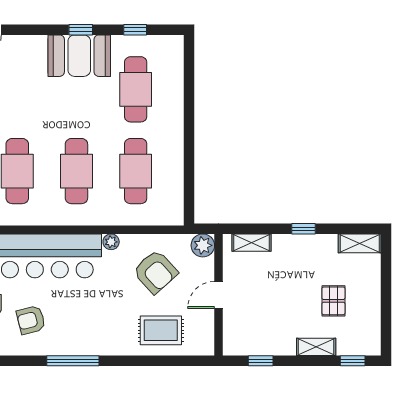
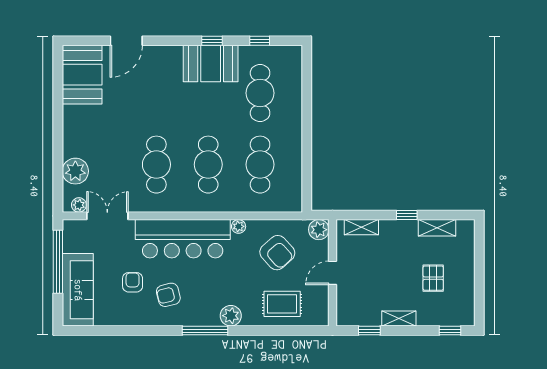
shelving: (360, 243) -> (437, 228), moved
plant: (102, 344) -> (231, 316), added
shelving: (316, 347) -> (399, 318), moved

